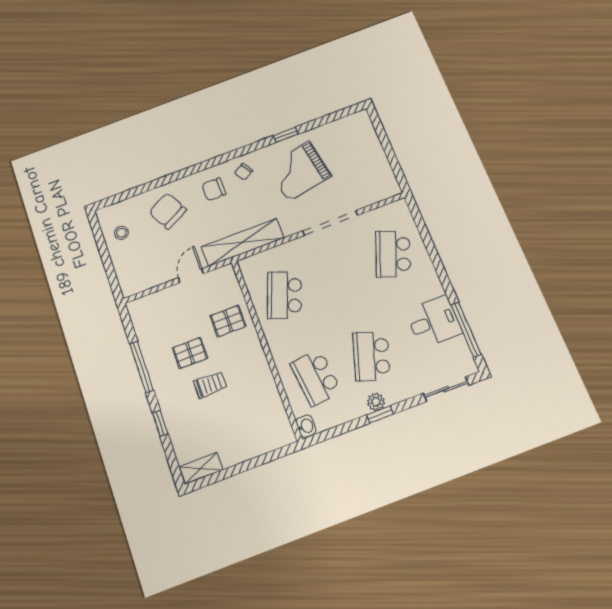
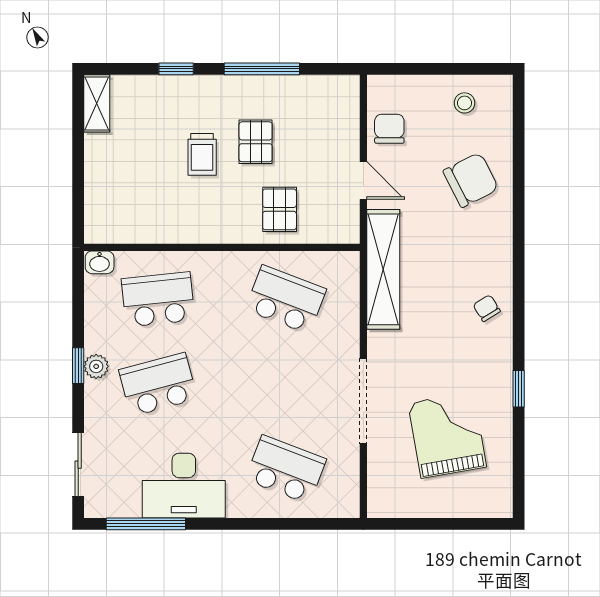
grand piano: (299, 171) -> (447, 435), moved
chair: (214, 189) -> (389, 129), moved
desk: (434, 322) -> (184, 486), width x1.37
school desk: (371, 356) -> (158, 384), turned -33

